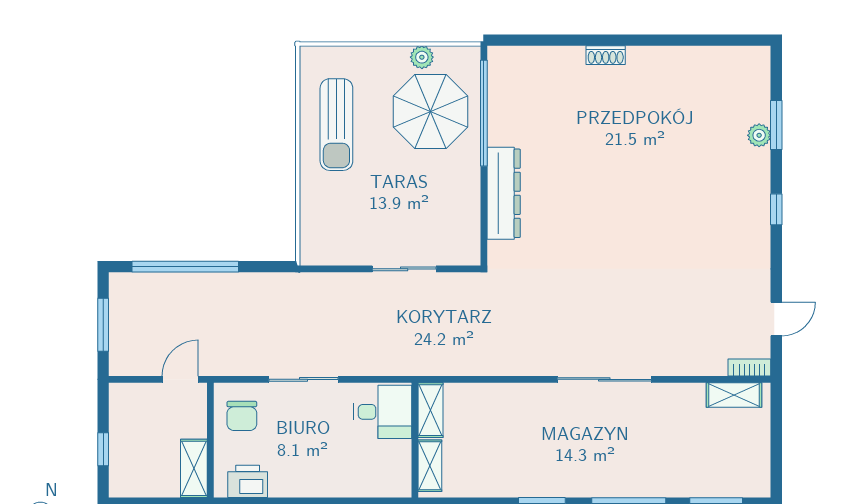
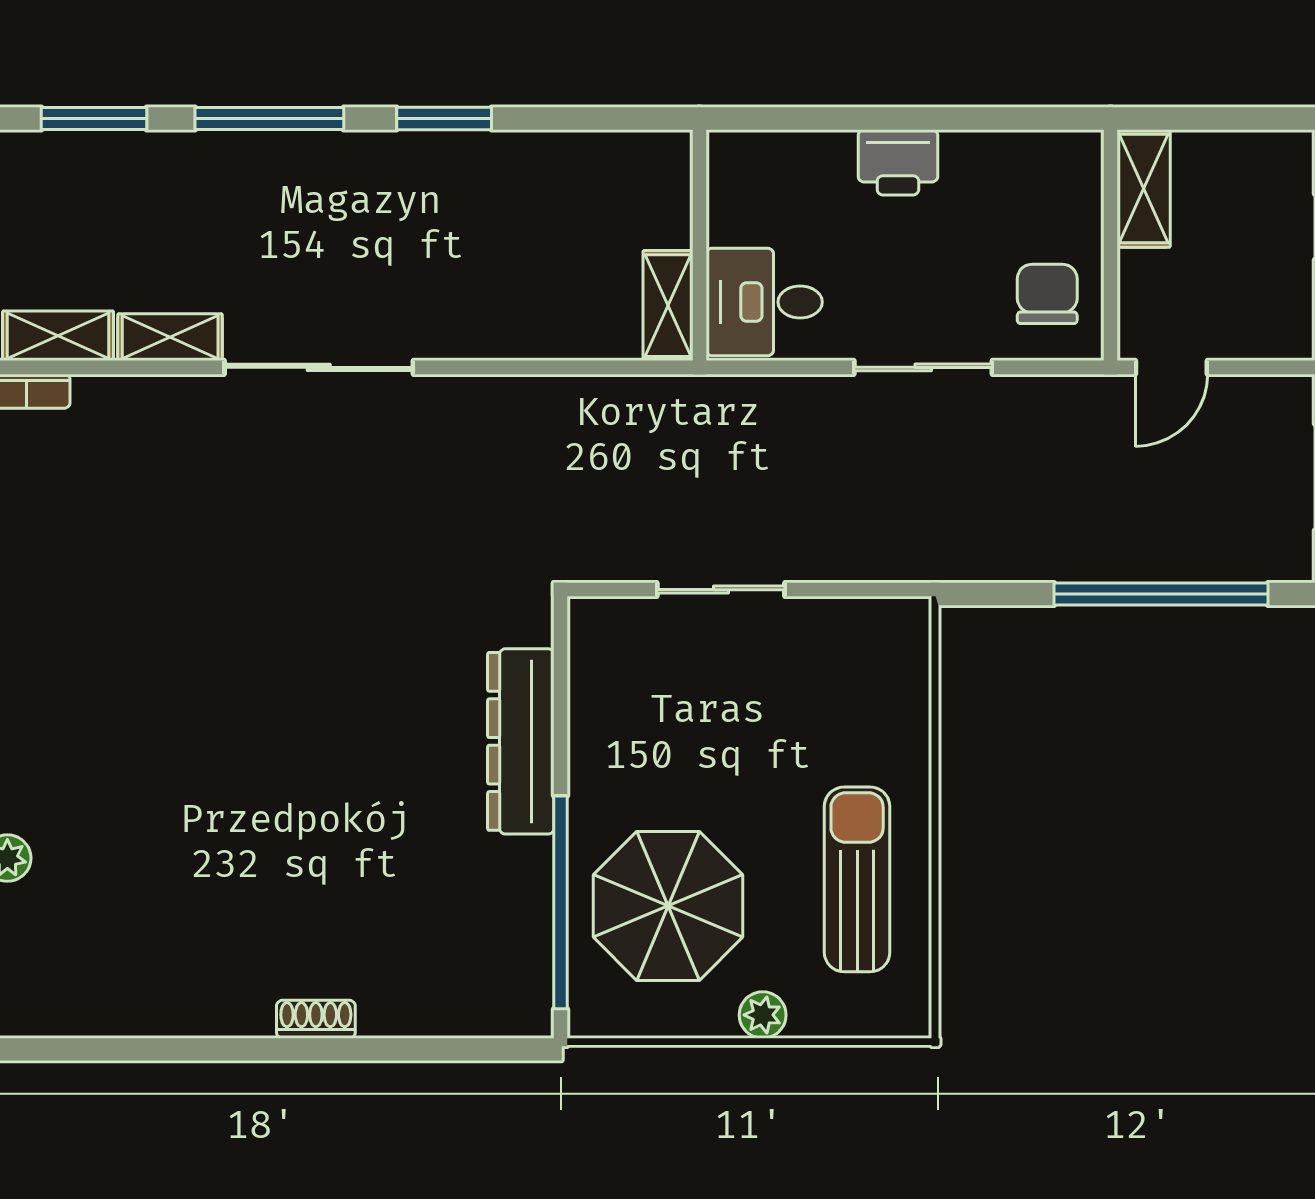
plant: (422, 57) -> (763, 1015), moved
shelving: (430, 466) -> (170, 337), moved, turned 90
printer: (248, 481) -> (898, 162), moved

